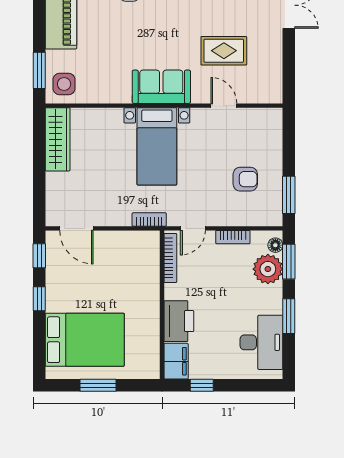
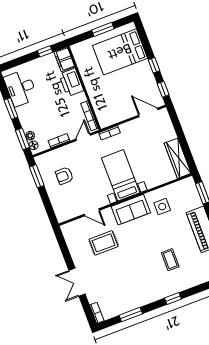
side table: (64, 84) -> (162, 207), moved
plant: (268, 269) -> (30, 136), width x0.53, depth x0.53

